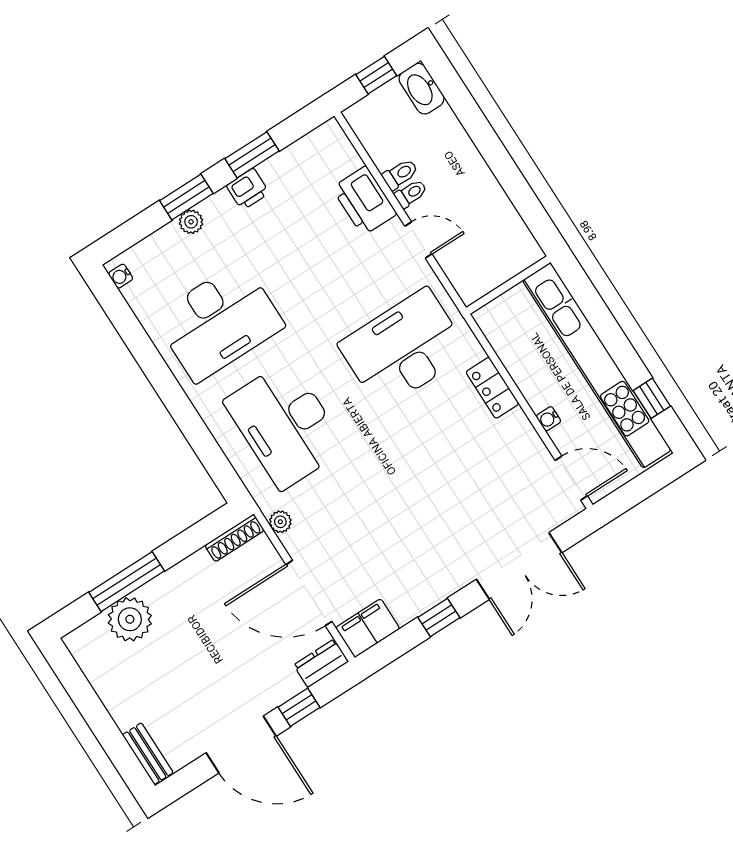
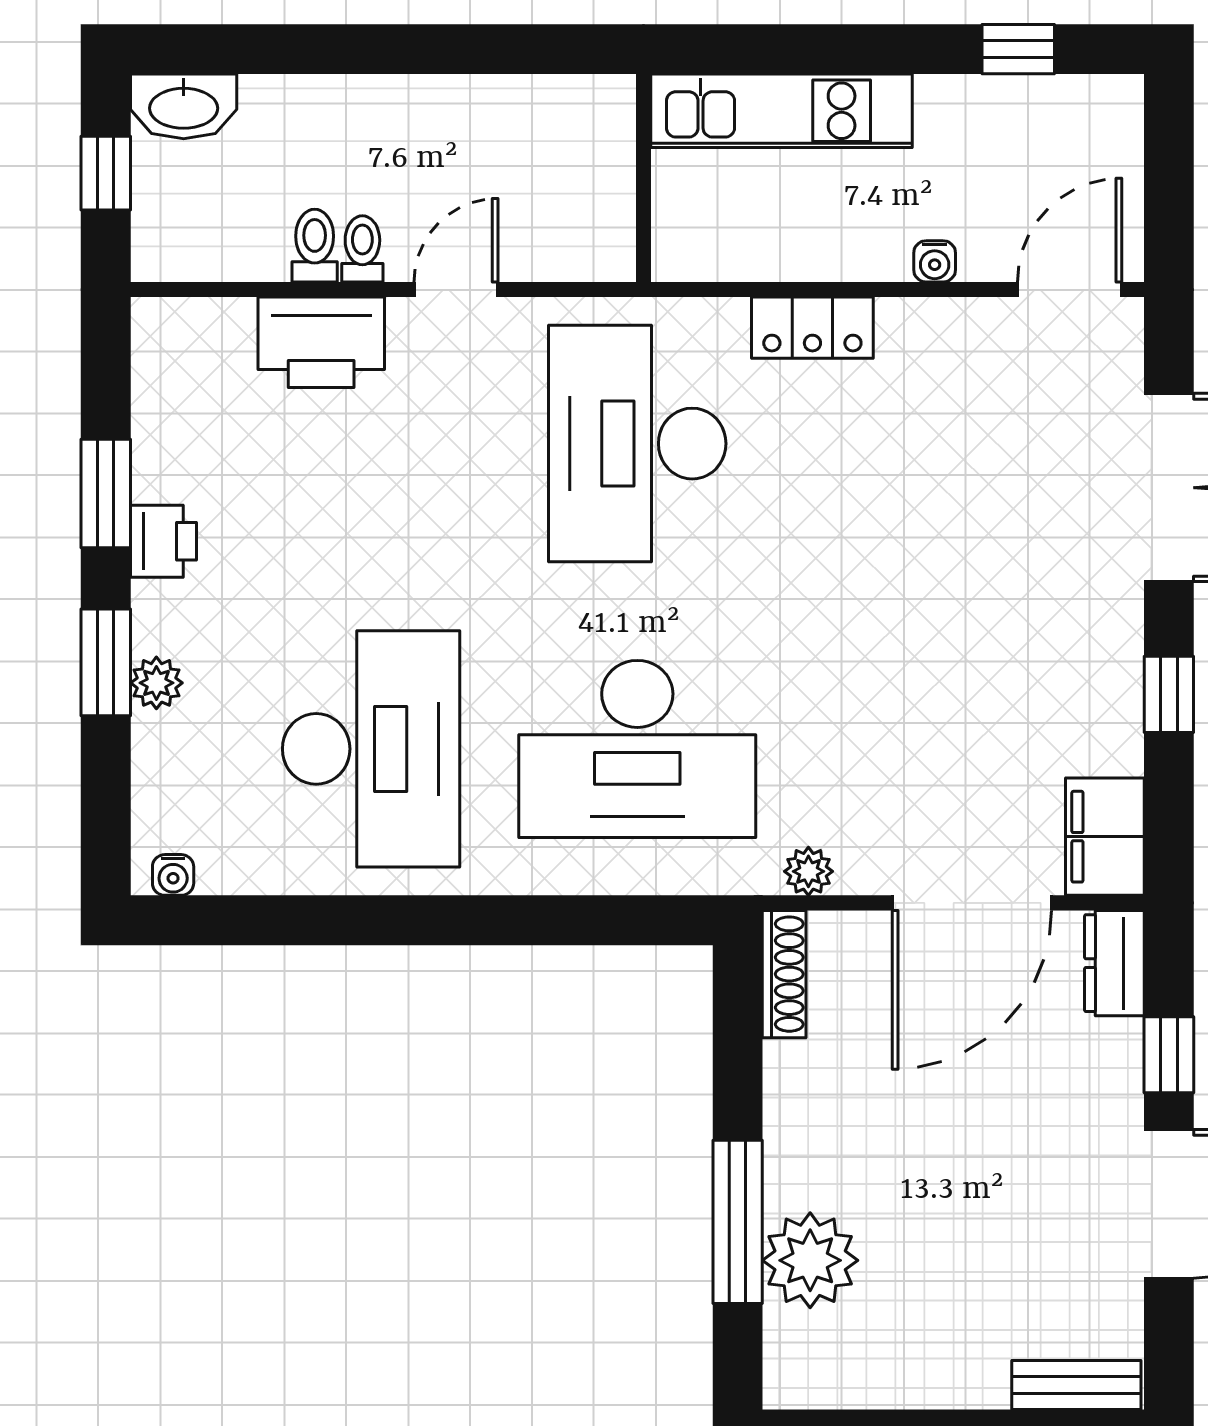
kitchen unit: (597, 365) -> (781, 111), width x0.54

